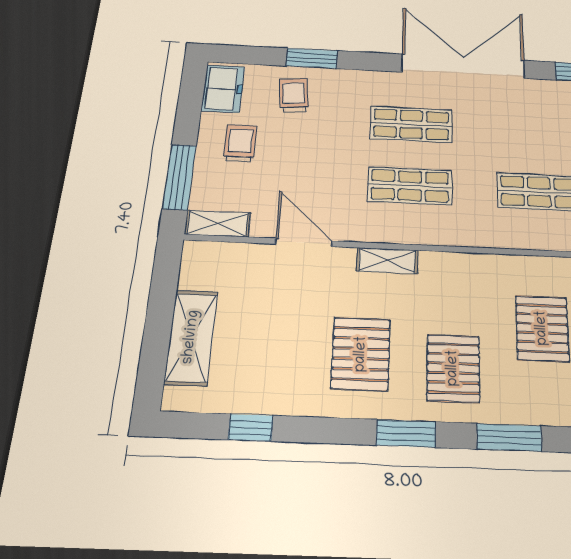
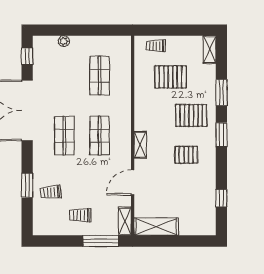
freezer: (223, 89) -> (49, 226), removed
shelving: (191, 337) -> (156, 227), moved
pallet: (361, 354) -> (186, 155), width x0.67, depth x0.71

